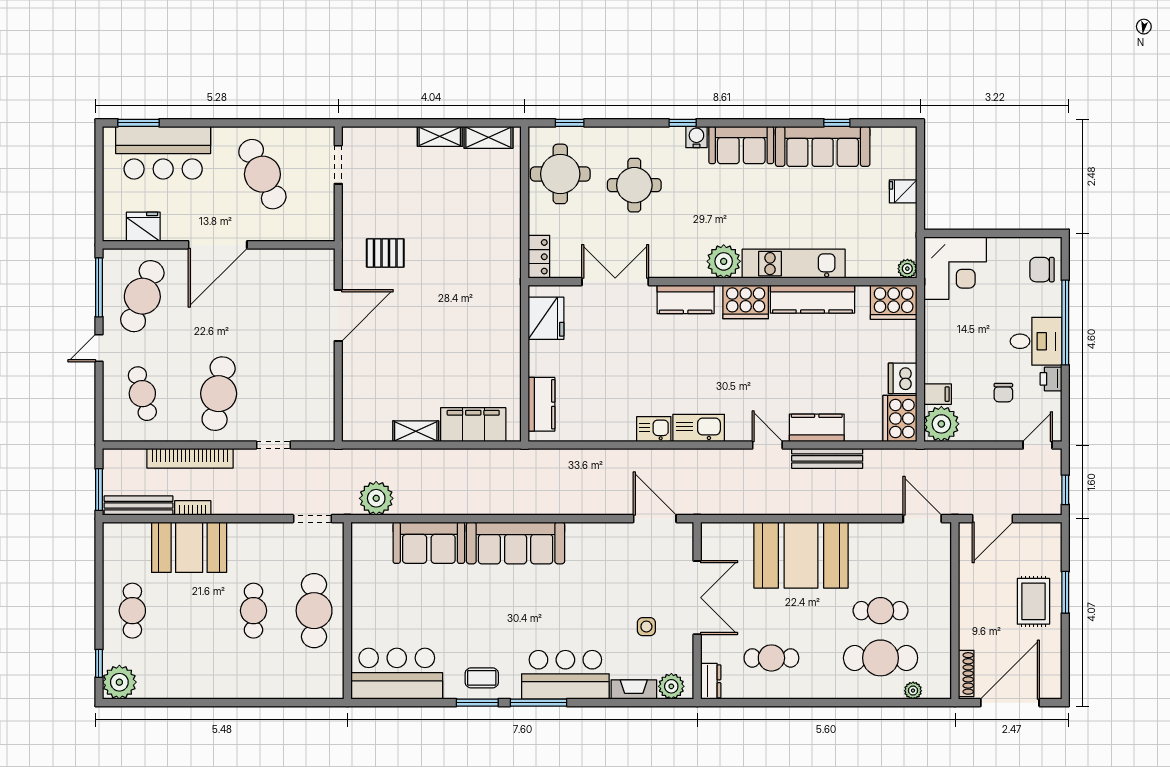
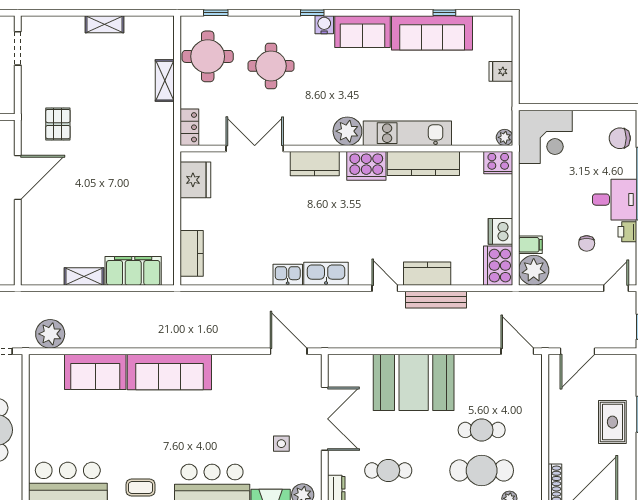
shelving: (488, 137) -> (165, 81), moved, turned 90
pallet: (385, 253) -> (58, 124), turned 90
cooker: (894, 302) -> (498, 163), width x0.73, depth x0.76

